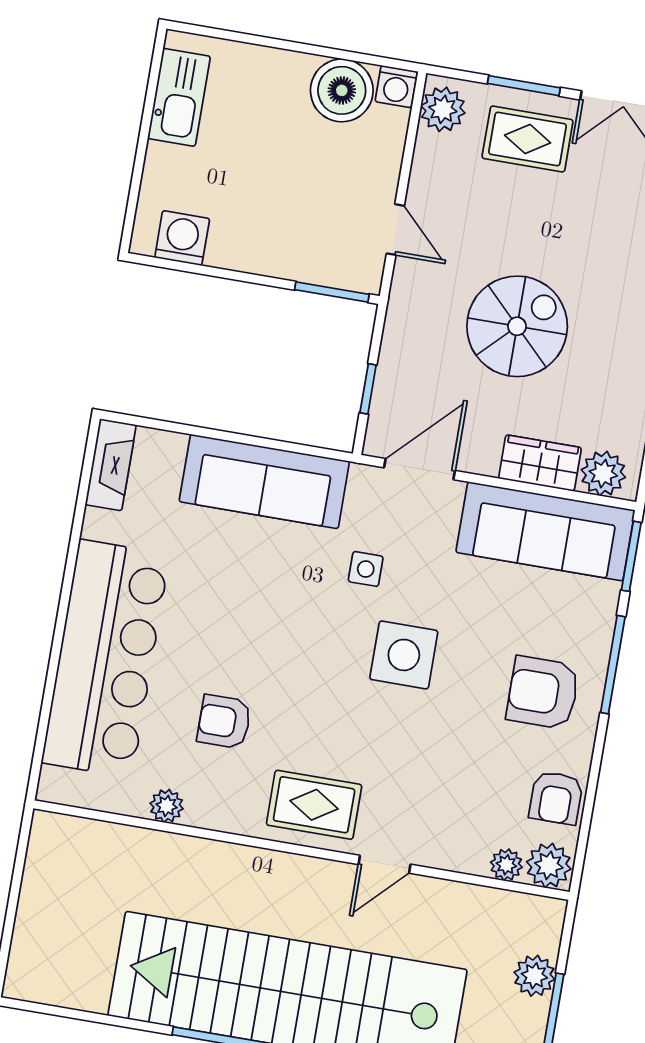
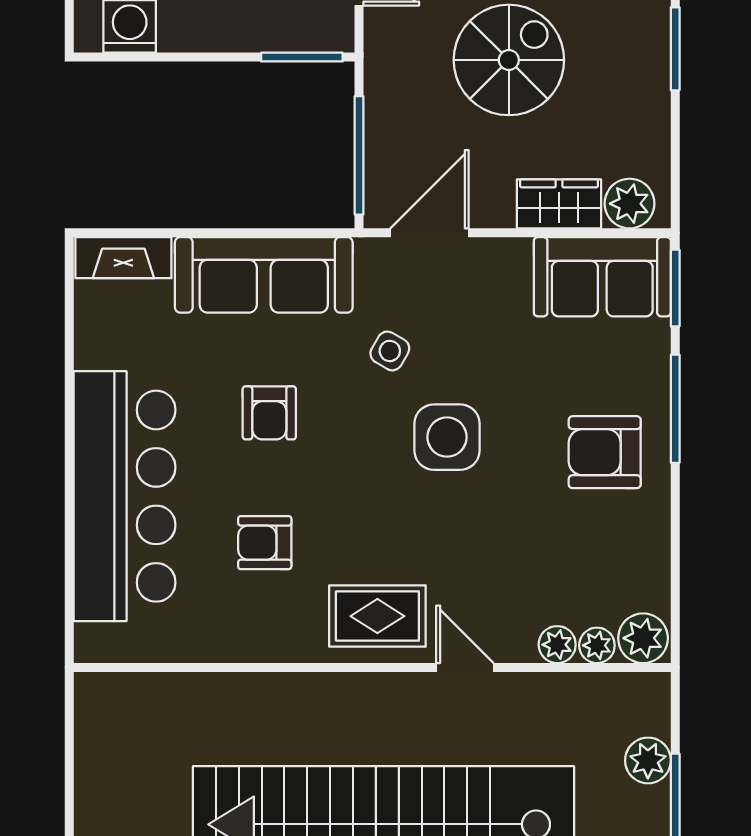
window: (368, 389) -> (359, 155), width x2.17
fireplace: (111, 465) -> (123, 258), moved, turned 90
sofa: (545, 531) -> (602, 277), width x0.73
side table: (366, 569) -> (390, 351), turned 30
armchair: (556, 798) -> (269, 413), moved
plant: (167, 806) -> (557, 645), moved
door: (385, 864) -> (465, 667), swing flipped

